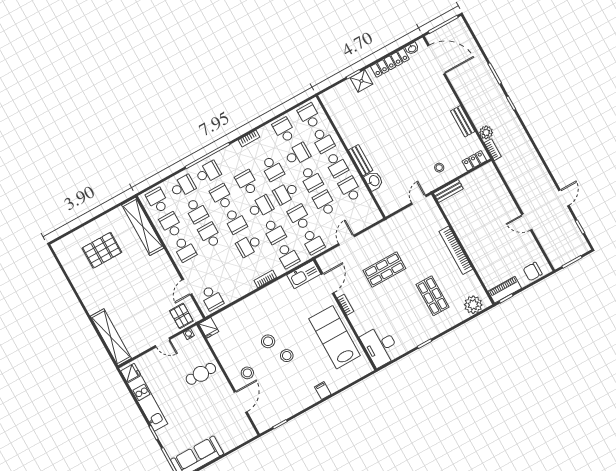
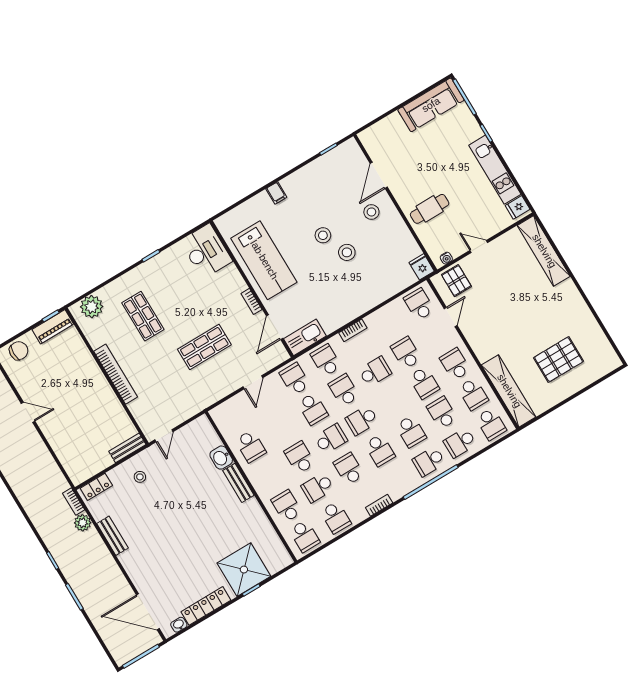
shower: (361, 81) -> (244, 570), width x1.86, depth x1.86
school desk: (336, 165) -> (269, 476), removed
school desk: (325, 203) -> (282, 428), removed
school desk: (235, 221) -> (406, 353), moved

